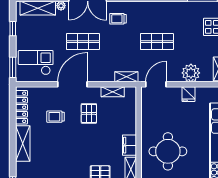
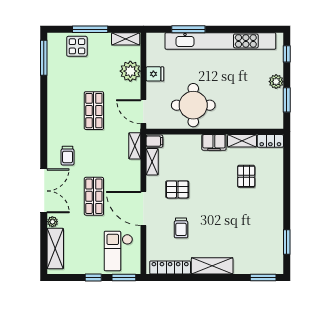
window: (13, 29) -> (93, 278), moved
filing cabinet: (130, 94) -> (154, 141), added
round table: (168, 151) -> (193, 105), moved

